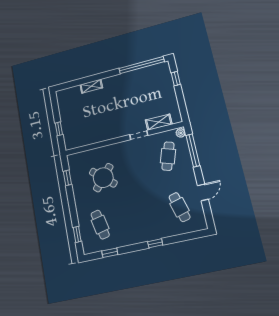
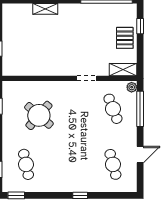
pallet: (165, 92) -> (125, 38), added
shelving: (159, 122) -> (123, 70), moved
cafe table: (168, 156) -> (113, 109), turned -39
window: (110, 253) -> (16, 195), moved

